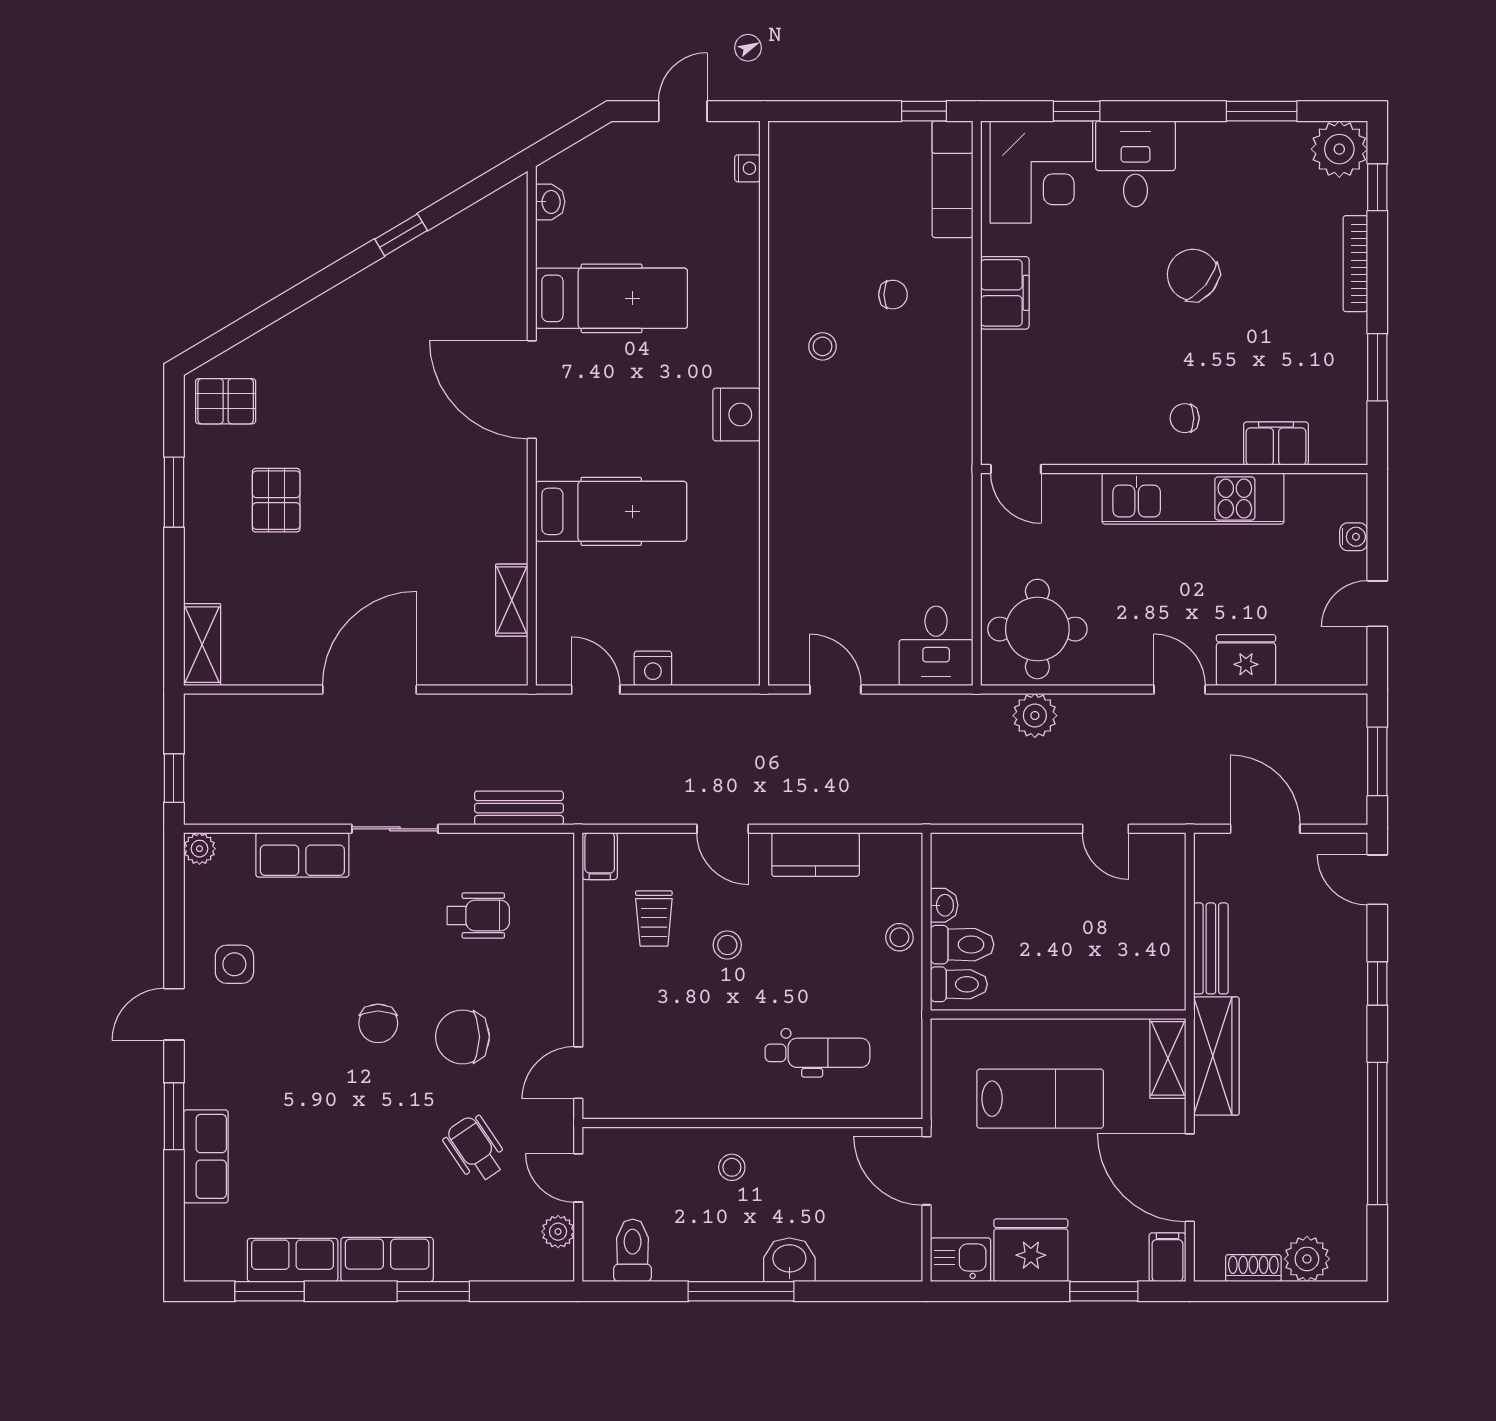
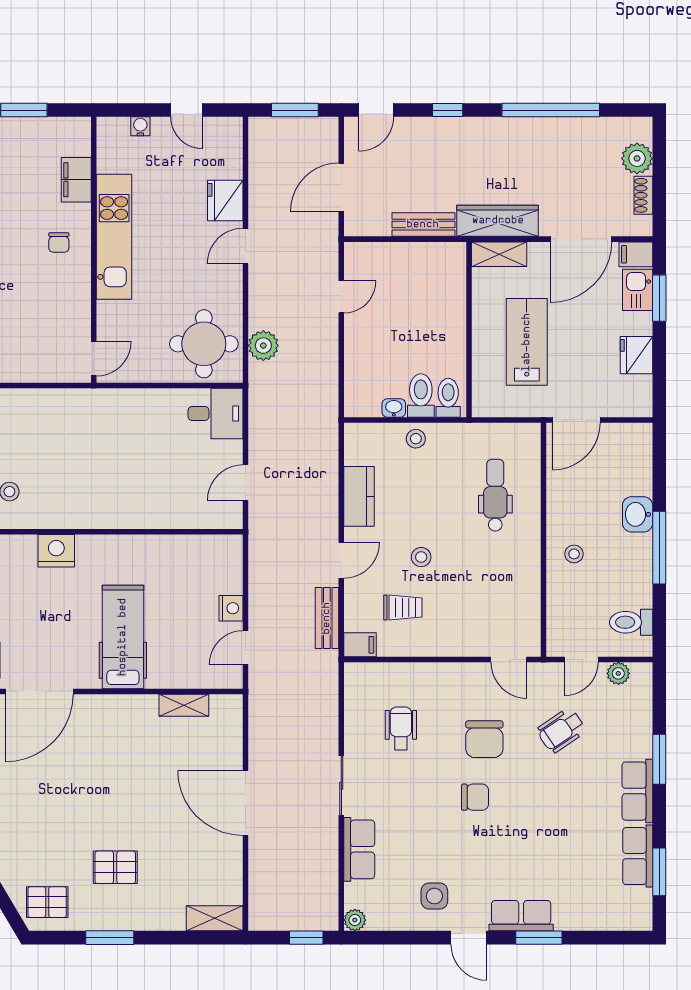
pallet: (226, 401) -> (47, 902), turned 90
bench: (519, 808) -> (327, 618), moved
row of seats: (206, 1156) -> (521, 916), moved
fridge: (1031, 1250) -> (636, 355), width x0.73, depth x0.75
kitchen sink: (961, 1260) -> (638, 290), moved

